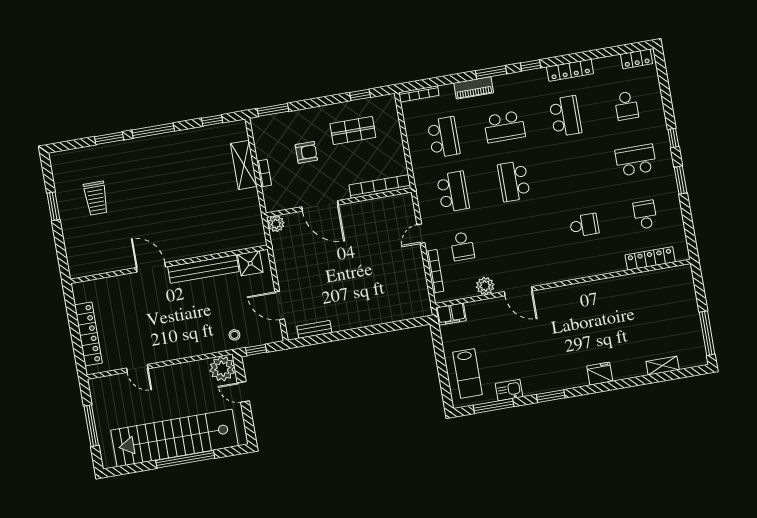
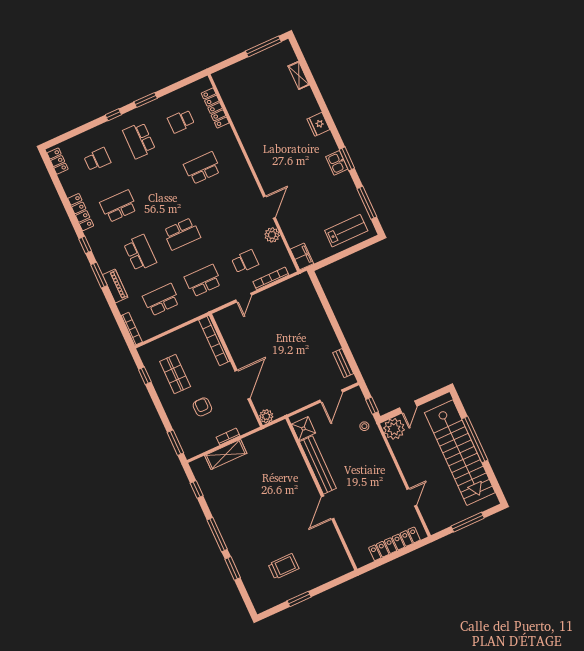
school desk: (584, 225) -> (202, 168), width x1.85
door: (421, 234) -> (244, 298), hinge flipped
kitchen sink: (509, 390) -> (337, 163), moved

